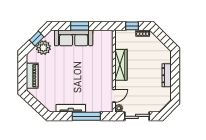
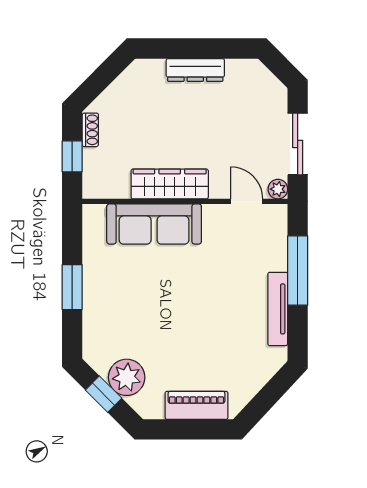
sofa: (74, 38) -> (154, 224), moved, turned 90

